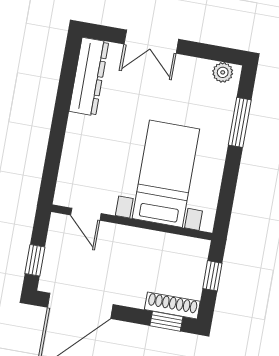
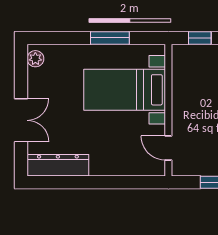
window: (240, 122) -> (110, 38), moved
door: (86, 214) -> (168, 148), swing flipped

